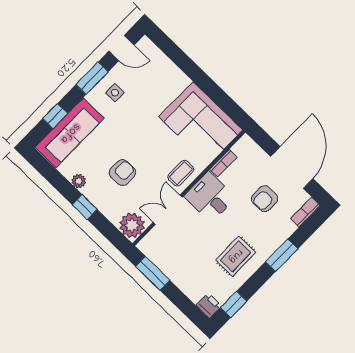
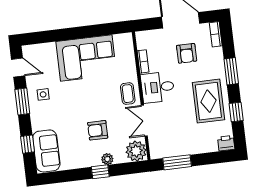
door: (122, 48) -> (18, 68), hinge flipped
corner sofa: (201, 123) -> (86, 58), moved
sofa: (70, 133) -> (46, 151), width x0.73
armchair: (122, 173) -> (98, 130), turned -90
plant: (79, 181) -> (107, 159), moved
rug: (236, 256) -> (208, 101), width x1.36, depth x1.43
window: (234, 304) -> (236, 112), moved

